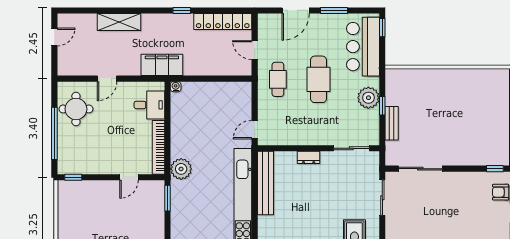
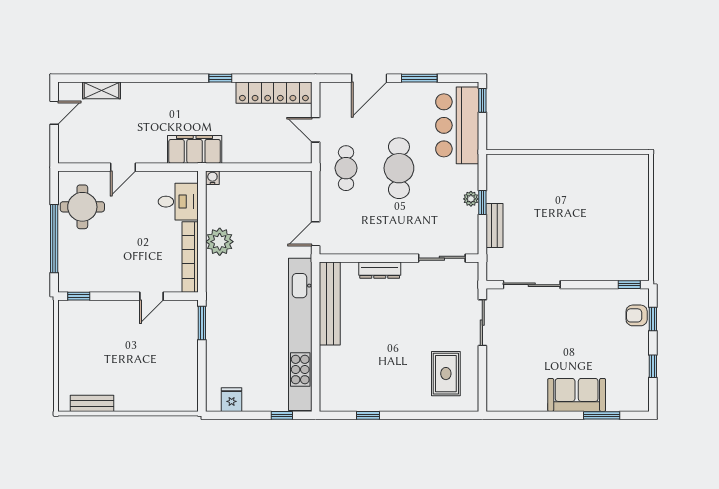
shelving: (119, 22) -> (101, 90), moved, width x0.67, depth x0.75
plant: (368, 98) -> (471, 199), width x0.53, depth x0.53
dresser: (309, 157) -> (380, 270), width x1.44
plant: (181, 169) -> (220, 242), moved

